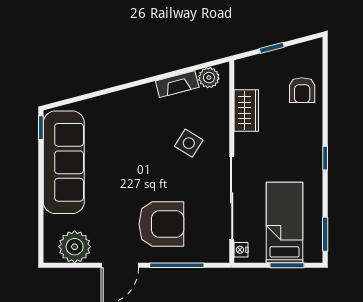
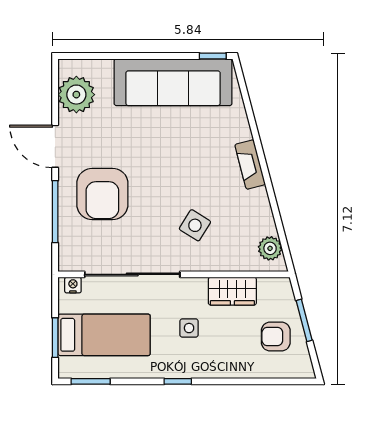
window: (272, 48) -> (304, 320), width x1.50
fireplace: (177, 84) -> (250, 164), moved
armchair: (302, 90) -> (276, 337), moved
side table: (279, 148) -> (189, 328), added

